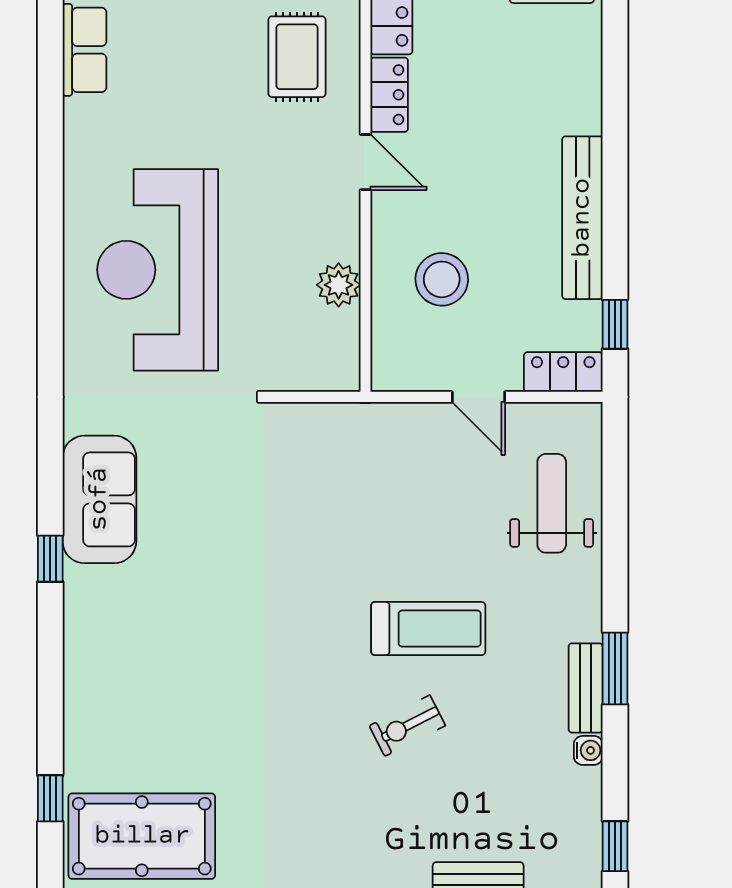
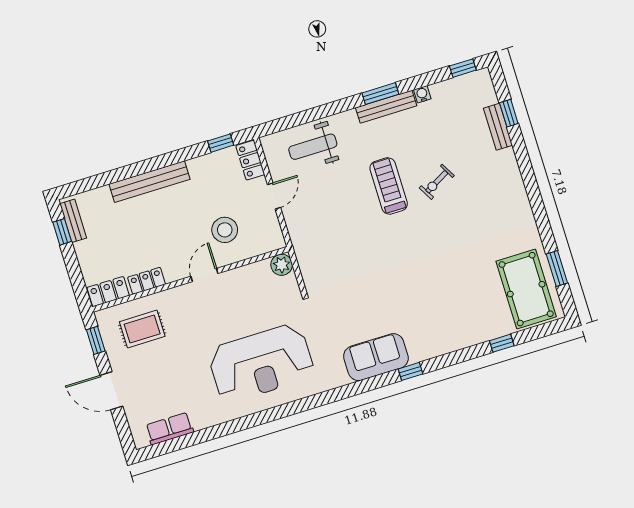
door: (365, 162) -> (204, 275), moved
bench: (582, 218) -> (149, 182), moved
plant: (339, 285) -> (282, 265), moved
bench: (586, 688) -> (386, 107), width x1.36
exercise bike: (407, 726) -> (437, 182), turned 88
window: (50, 798) -> (502, 343), moved

